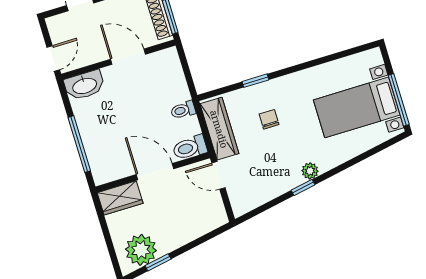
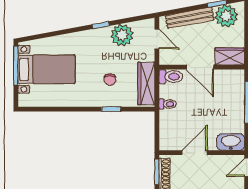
door: (128, 57) -> (194, 153), swing flipped
plant: (310, 171) -> (122, 35), moved, width x1.88, depth x1.88
door: (218, 175) -> (157, 39), moved
bench: (188, 233) -> (190, 18), added

